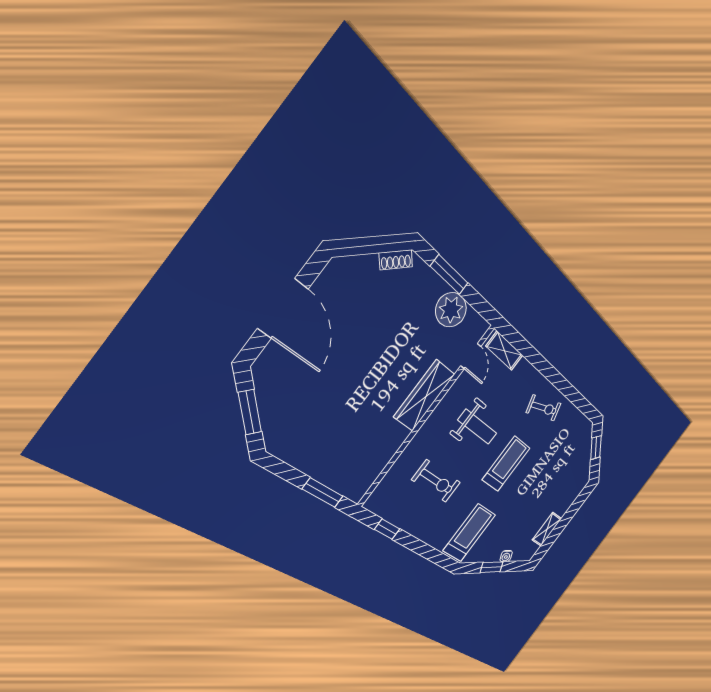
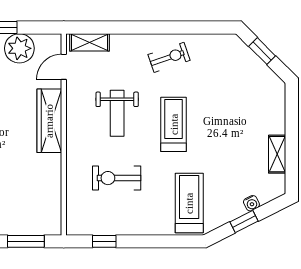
door: (471, 356) -> (64, 67), swing flipped
weight bench: (477, 427) -> (117, 113), turned 90
exercise bike: (436, 481) -> (117, 178), turned 180

